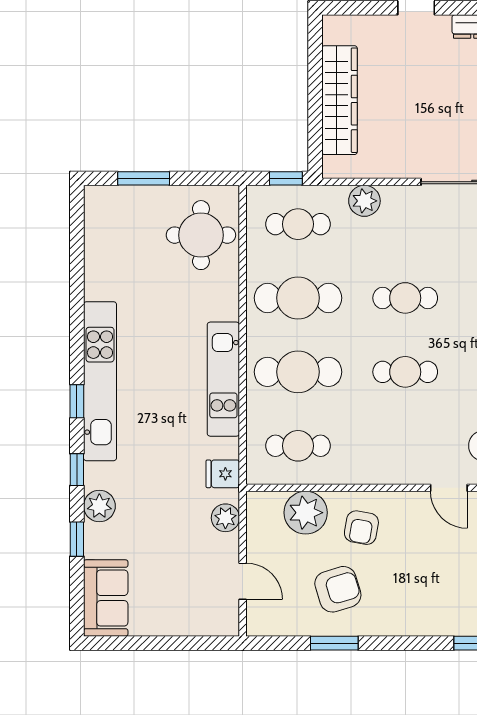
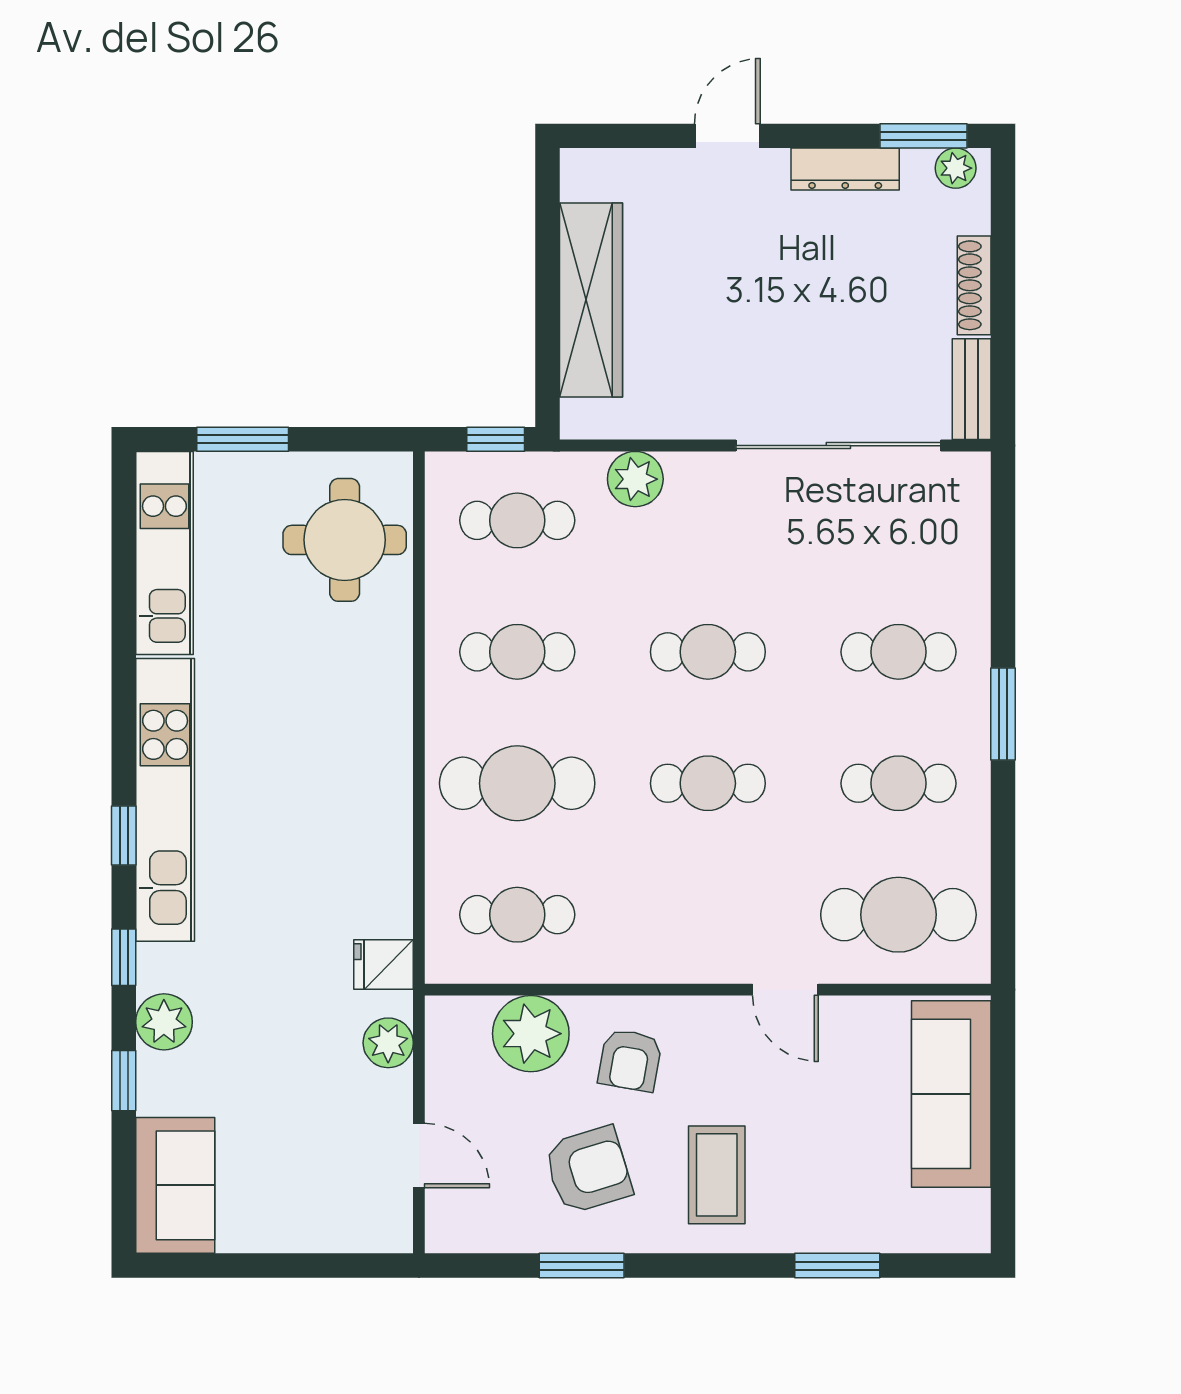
cafe table: (298, 298) -> (517, 652), width x0.73, depth x0.74
kitchen unit: (223, 379) -> (164, 553), moved, turned 180
coffee table: (410, 592) -> (717, 1175), added

